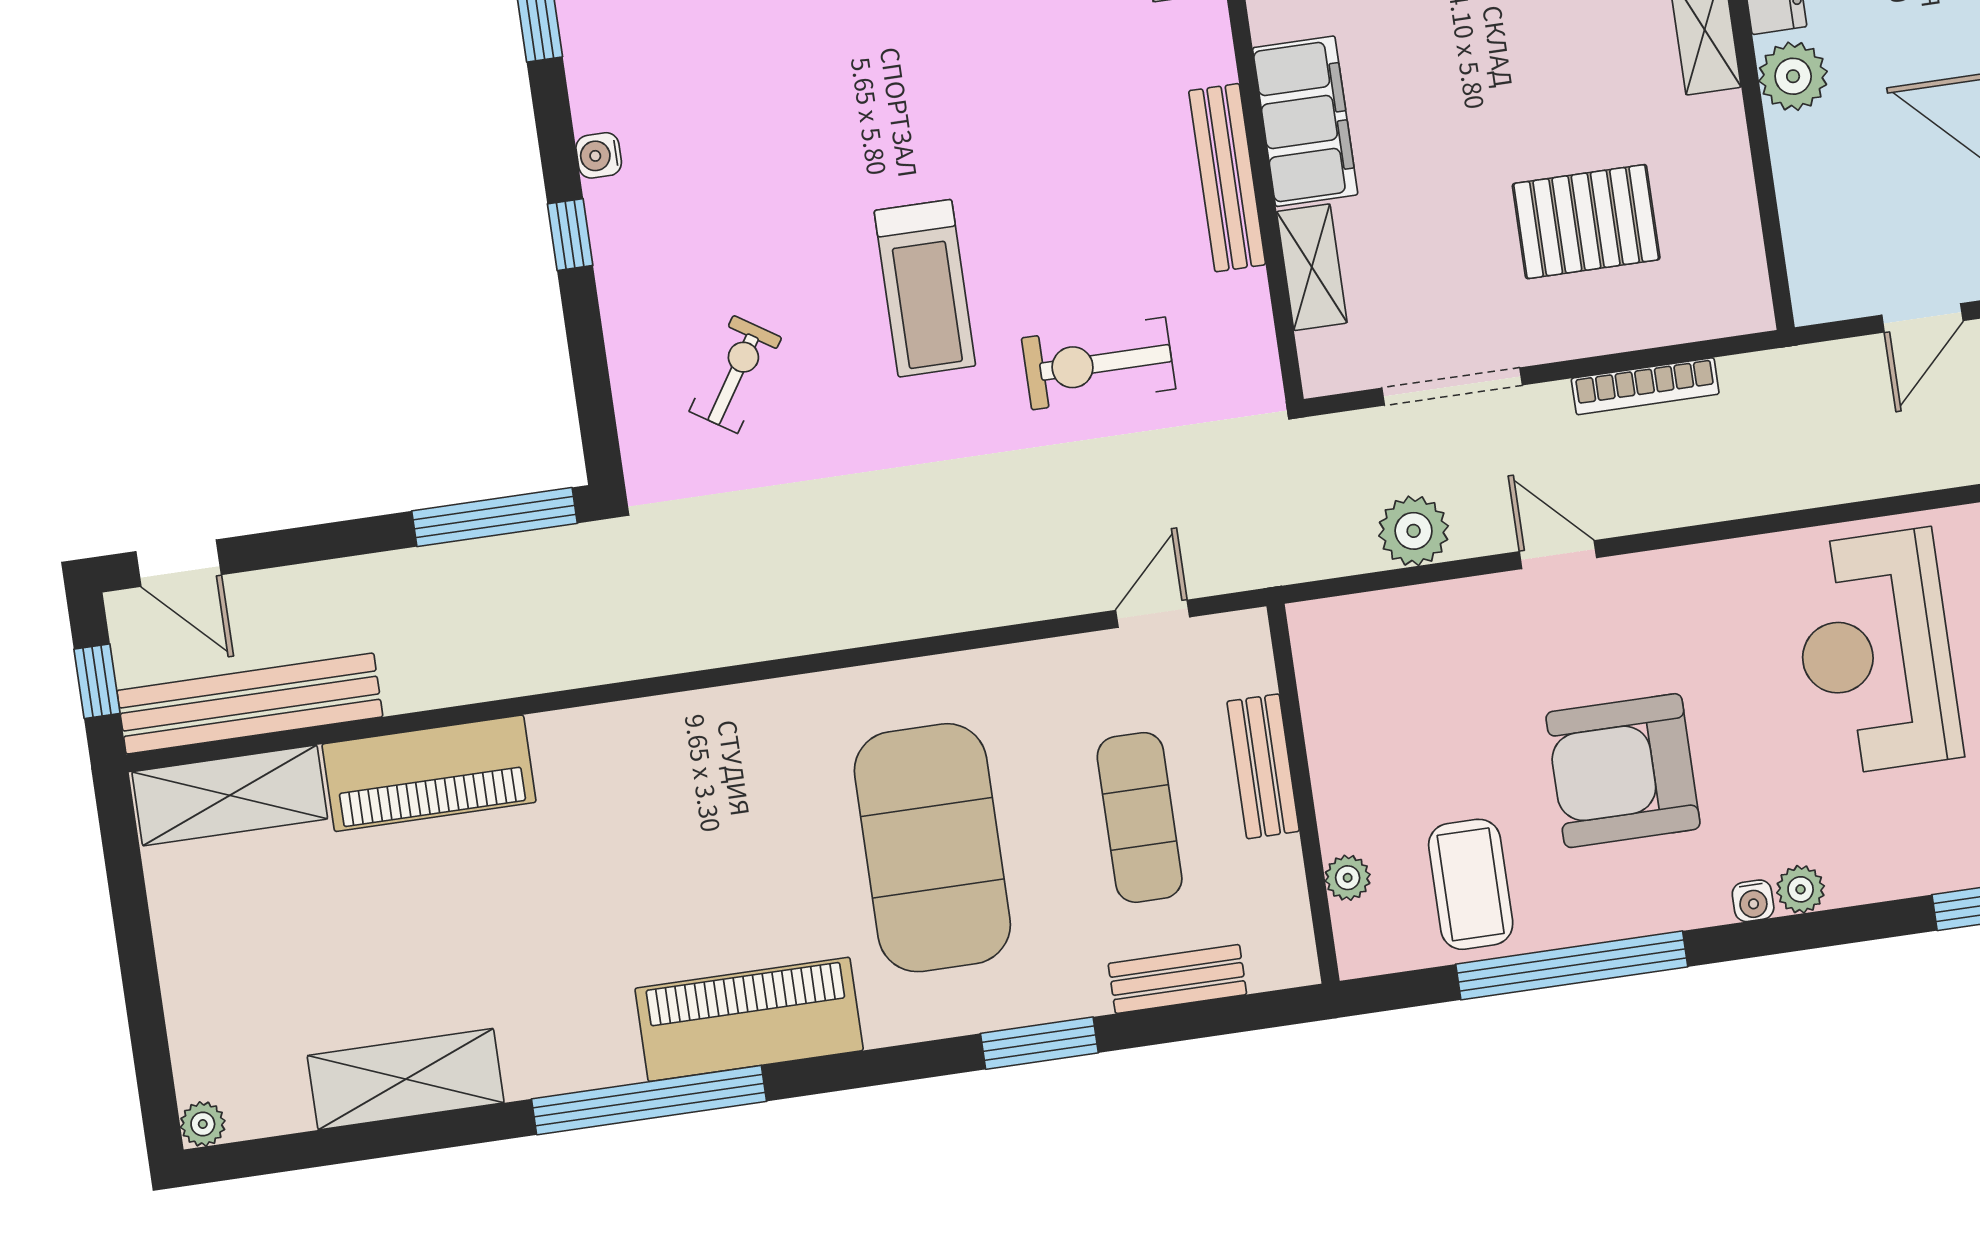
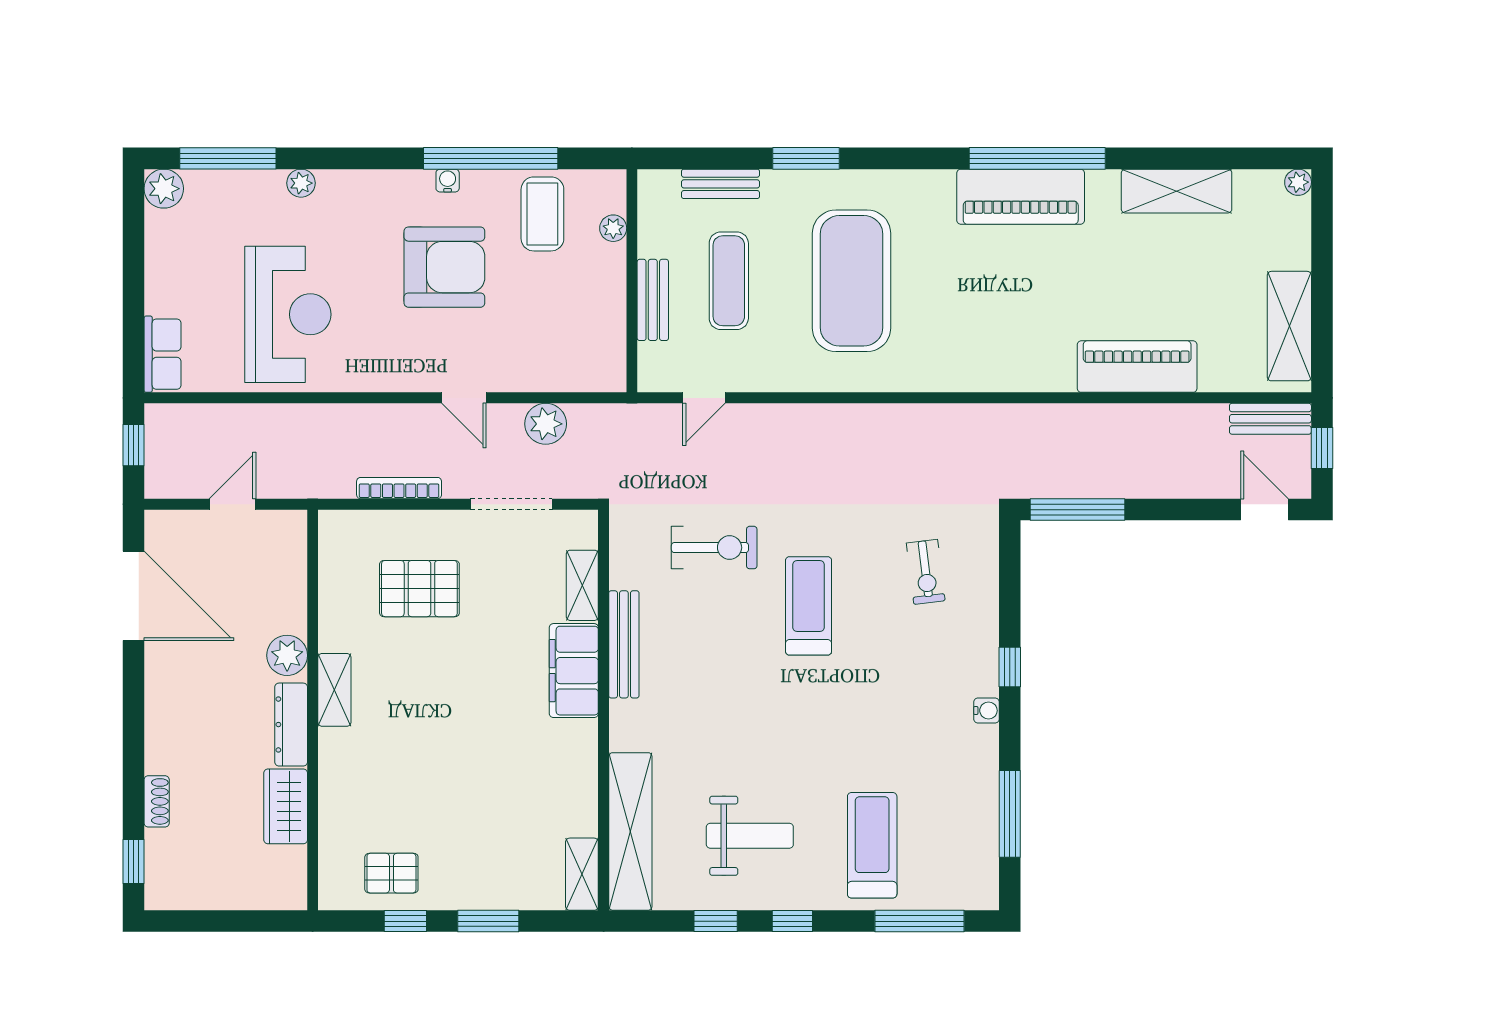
exercise bike: (735, 374) -> (926, 572), turned -40
bench: (250, 704) -> (1270, 419), width x0.54, depth x0.82
shelving: (230, 795) -> (1289, 326), moved, turned 90
plant: (1801, 889) -> (301, 183), moved
water cooler: (1753, 901) -> (448, 181), moved
piano: (749, 1019) -> (1021, 197), moved

